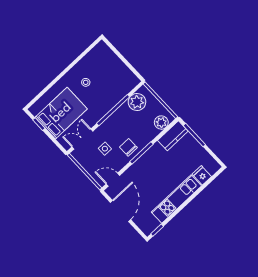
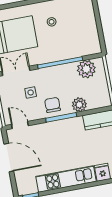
plant: (161, 123) -> (79, 105), moved
door: (120, 211) -> (9, 157), hinge flipped

